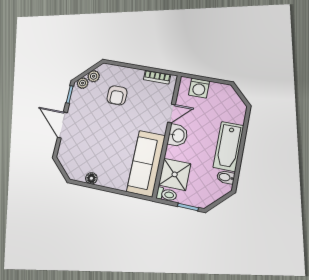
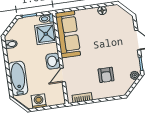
plant: (94, 76) -> (128, 83), removed
washing machine: (199, 88) -> (39, 101), moved
armchair: (117, 95) -> (106, 75), turned 180
bathtub: (228, 147) -> (18, 78), moved

